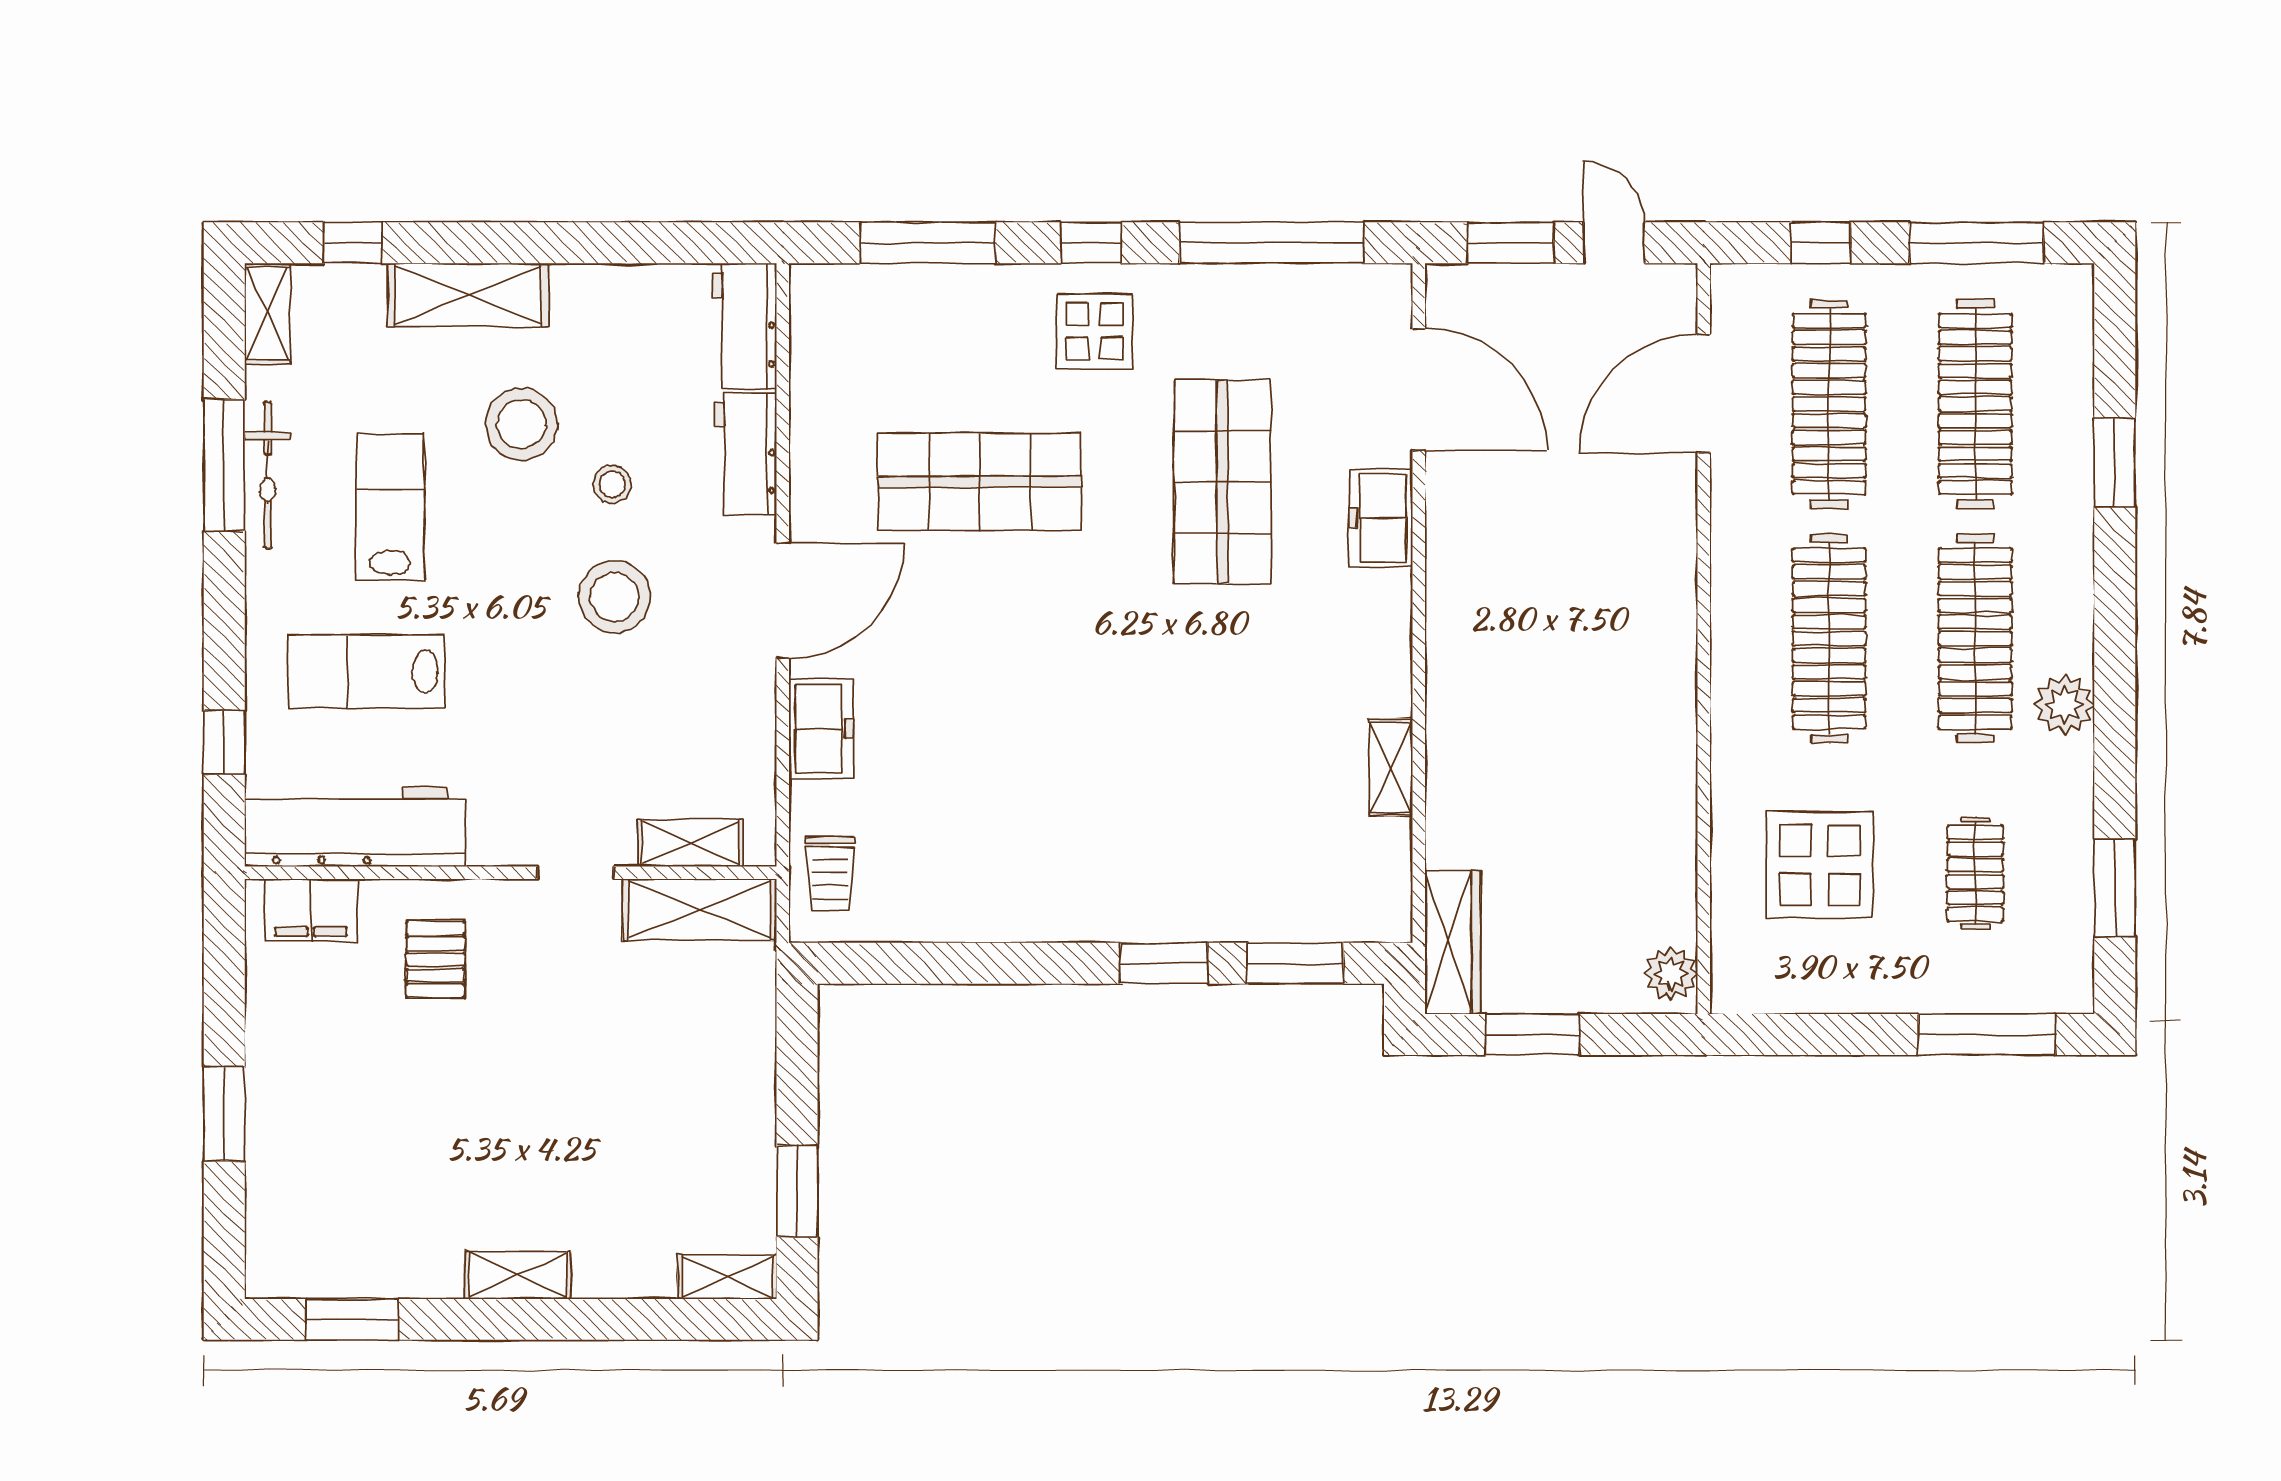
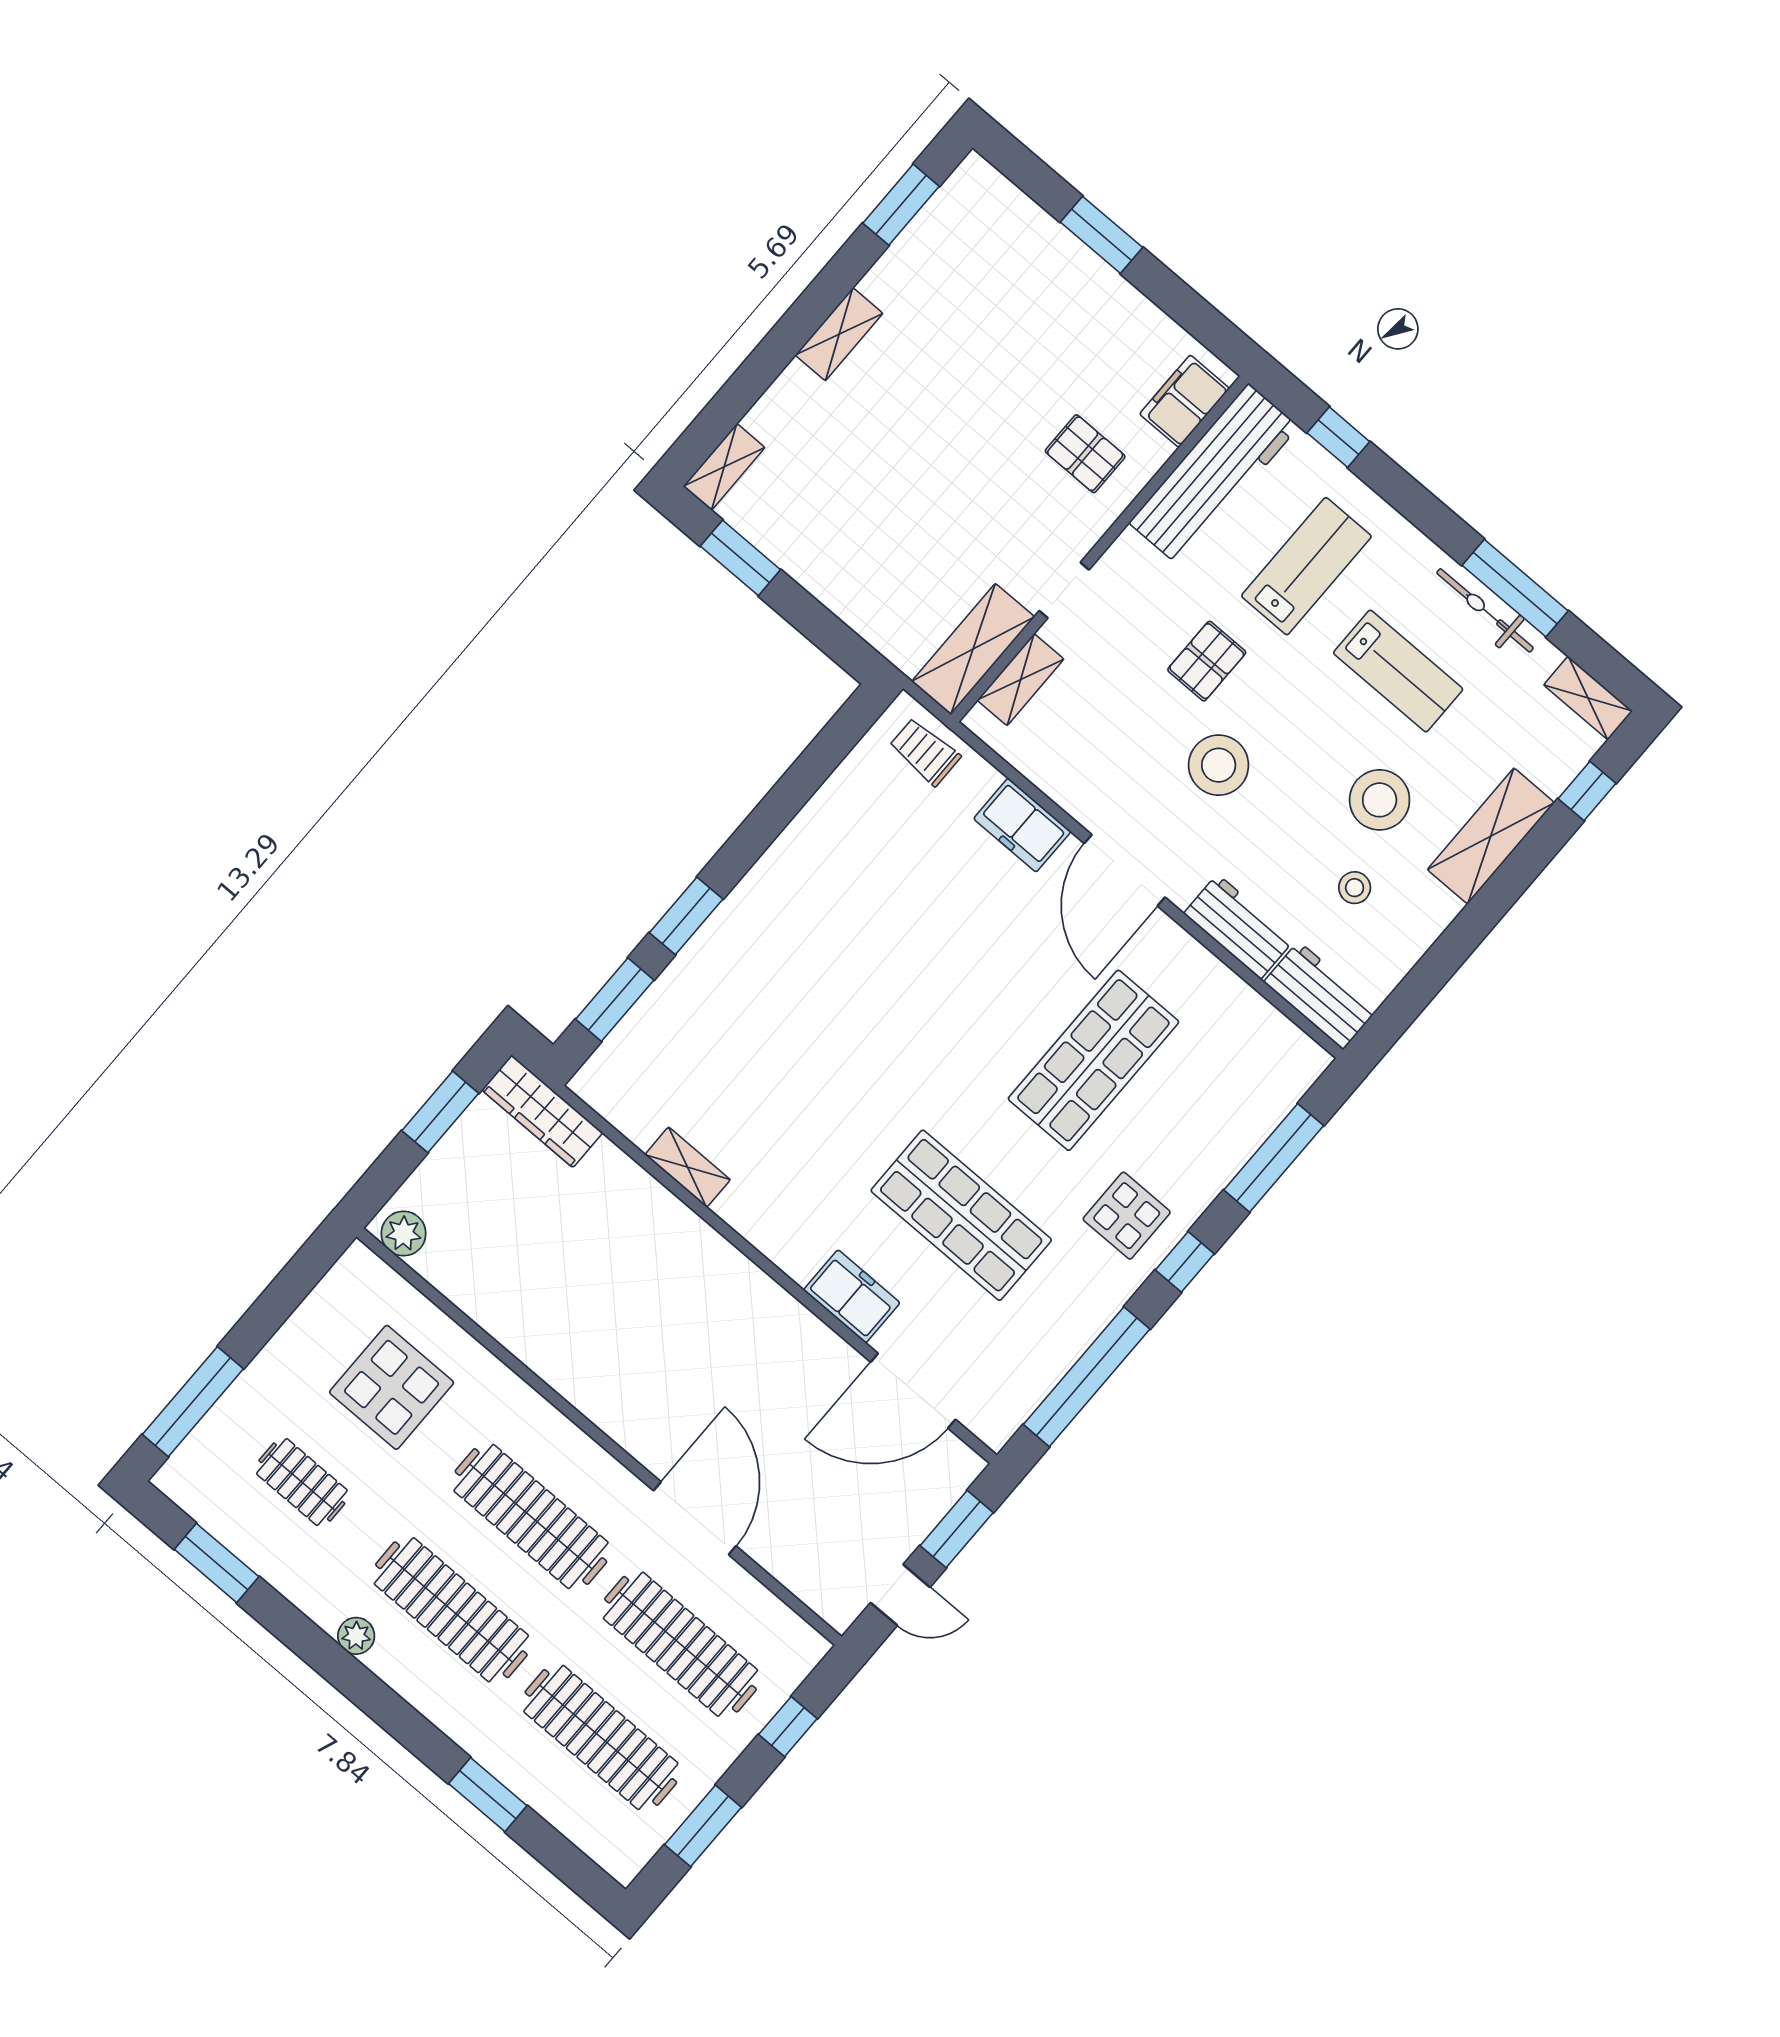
window: (1976, 243) -> (703, 1826), width x0.69
door: (1704, 393) -> (695, 1518), moved
stool: (612, 484) -> (1355, 888), moved
pallet: (529, 688) -> (1207, 661), added
plant: (2065, 705) -> (356, 1636), width x0.73, depth x0.73

